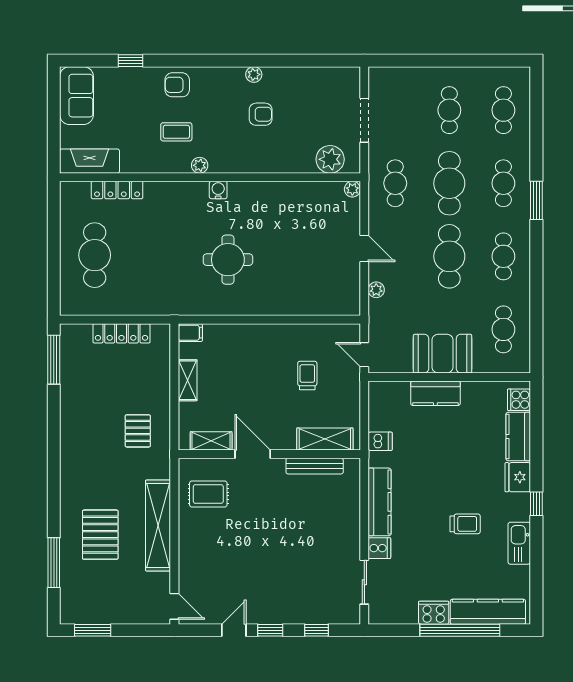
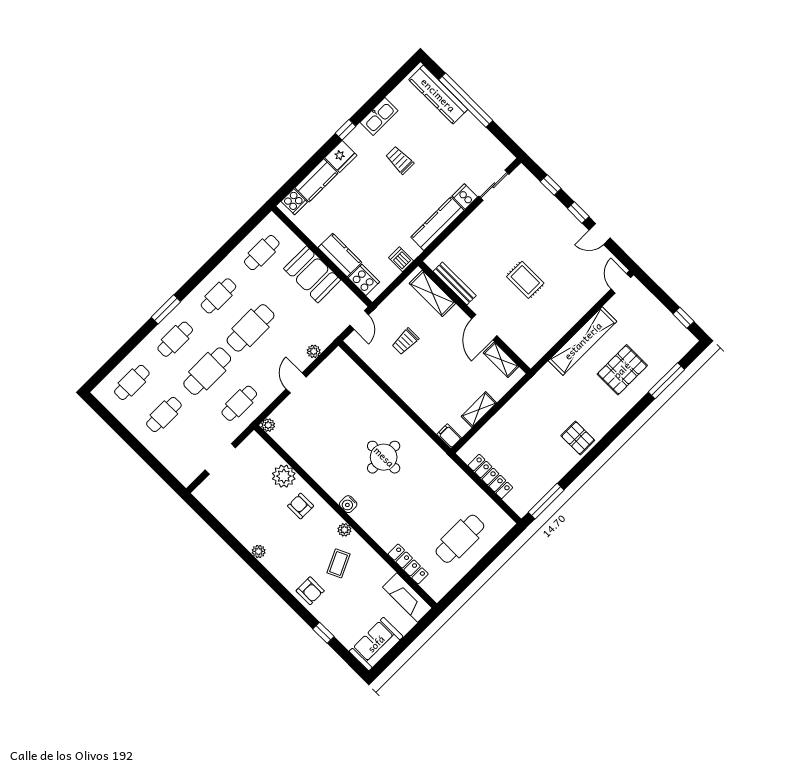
armchair: (261, 114) -> (301, 506), moved
coffee table: (176, 132) -> (338, 563), turned 65
plant: (330, 159) -> (284, 476), moved
pallet: (138, 431) -> (578, 438), moved, turned 90
rug: (208, 494) -> (525, 280), moved
cooker: (434, 613) -> (364, 280), moved, turned 180
window: (93, 630) -> (683, 318), width x0.67

